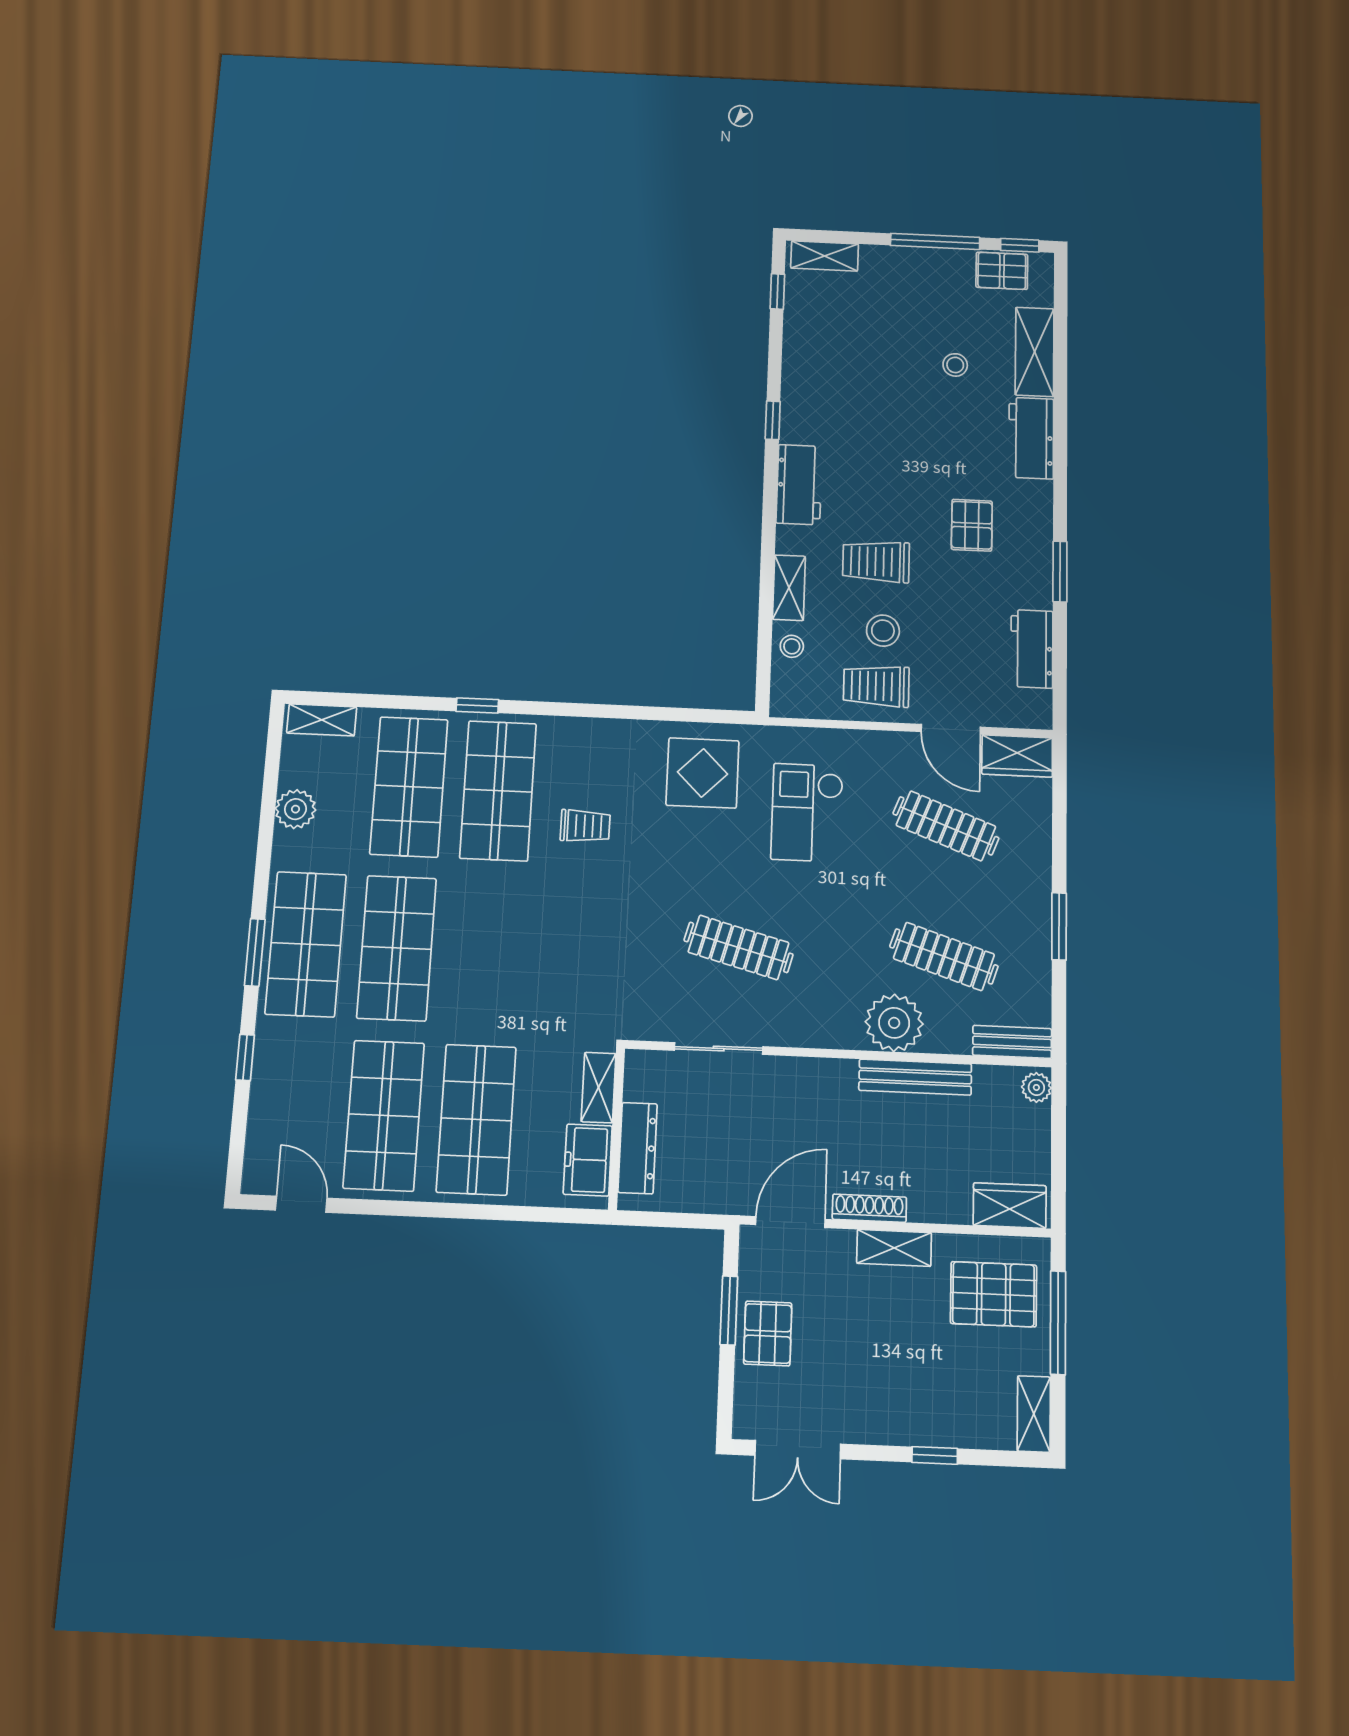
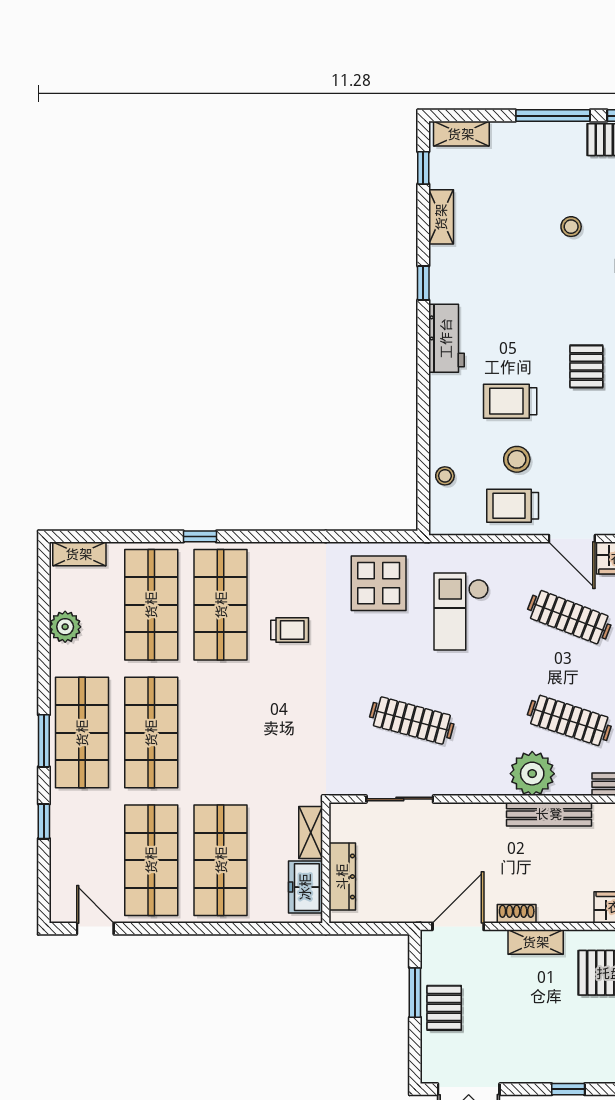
shelving: (789, 588) -> (441, 217), moved
shoe rack: (869, 1208) -> (517, 914), width x0.70

